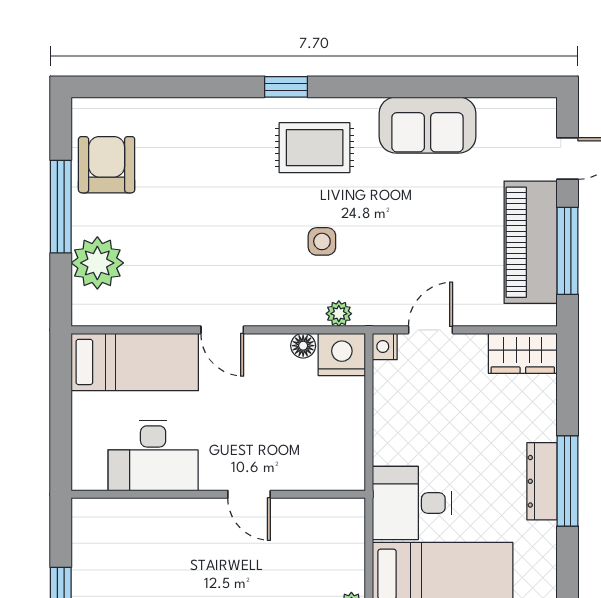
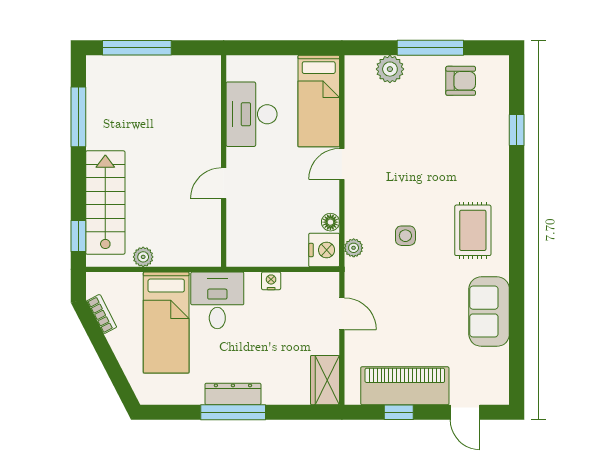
window: (286, 87) -> (517, 130), moved
armchair: (107, 165) -> (461, 81), width x0.72, depth x0.72
window: (567, 251) -> (399, 412), width x0.46
plant: (97, 263) -> (390, 69), width x0.73, depth x0.73
nightstand: (385, 346) -> (271, 281), moved

